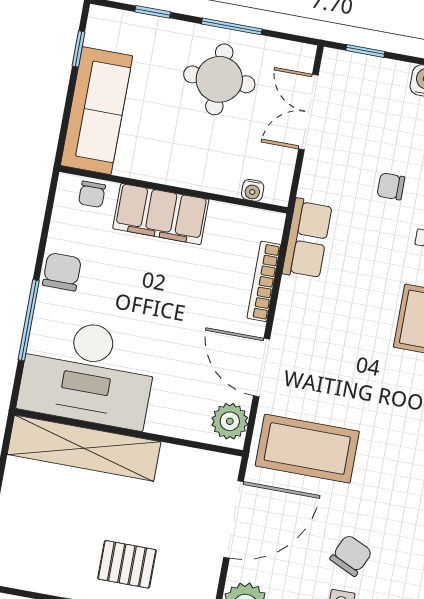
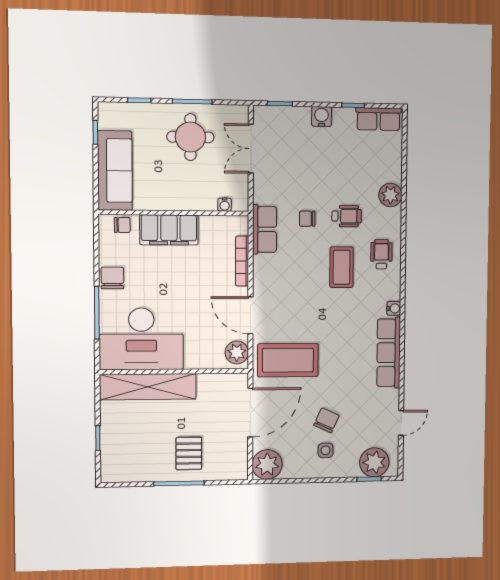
chair: (391, 186) -> (307, 219), moved
chair: (92, 194) -> (122, 225), turned -90
pallet: (127, 564) -> (189, 453), turned 90

